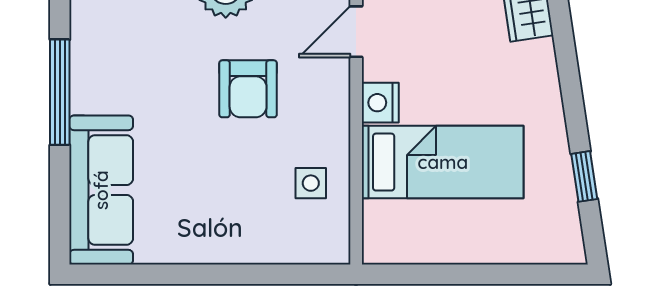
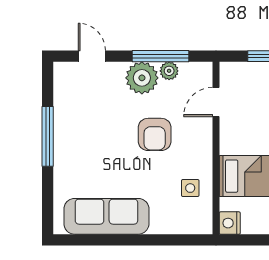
nightstand: (380, 103) -> (230, 223), moved
sofa: (101, 190) -> (106, 216), moved, turned -90

